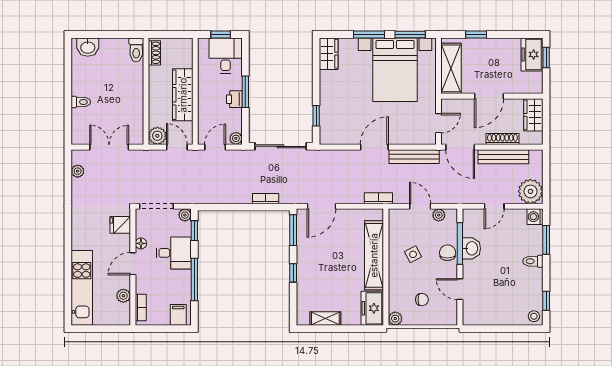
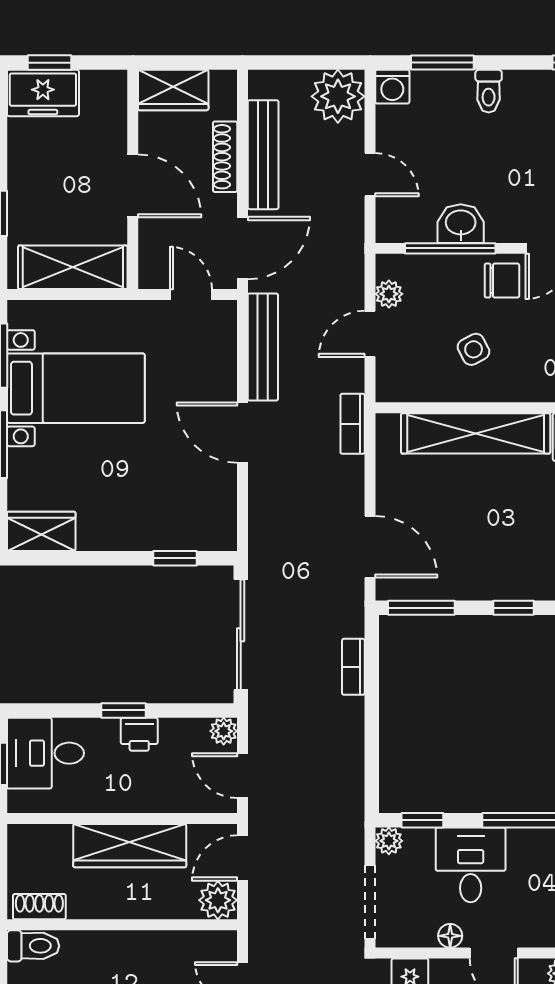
bed with nightstands: (395, 70) -> (76, 388), width x0.73
window: (245, 92) -> (123, 710), width x0.67
chair: (448, 253) -> (502, 281), moved, turned 180

